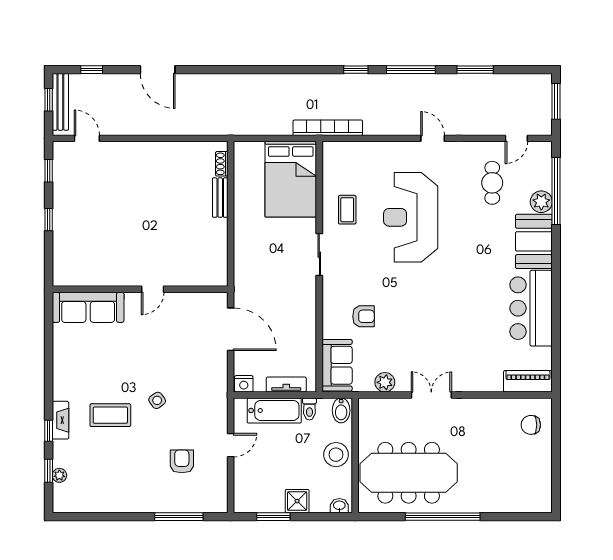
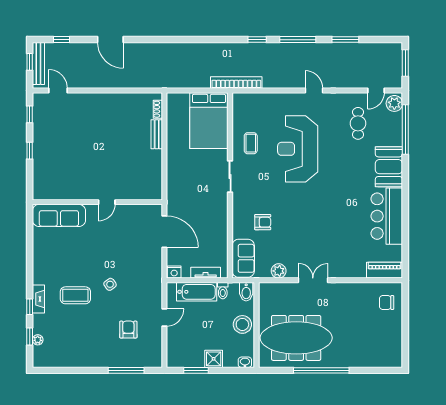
plant: (541, 202) -> (394, 103), moved

